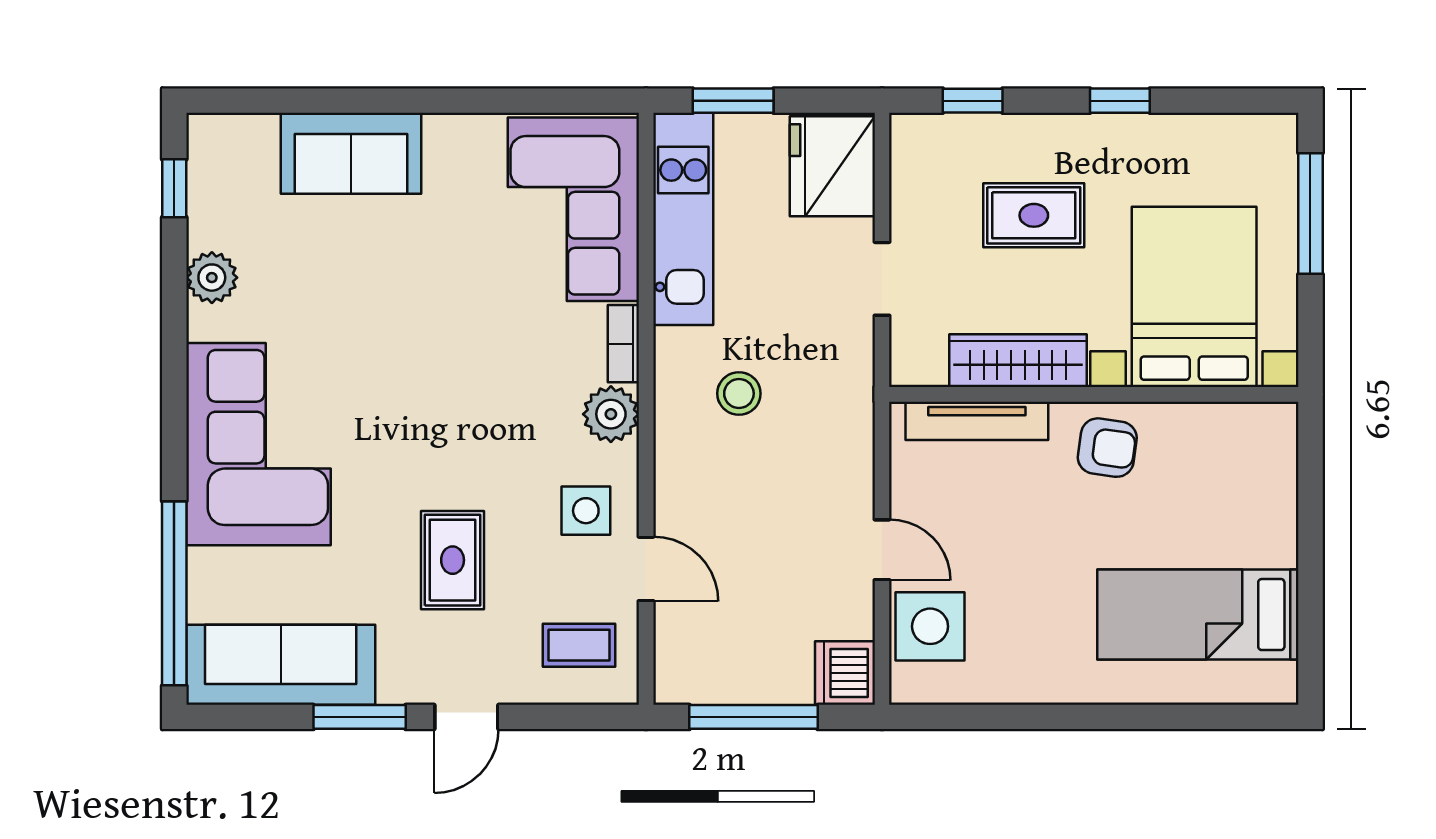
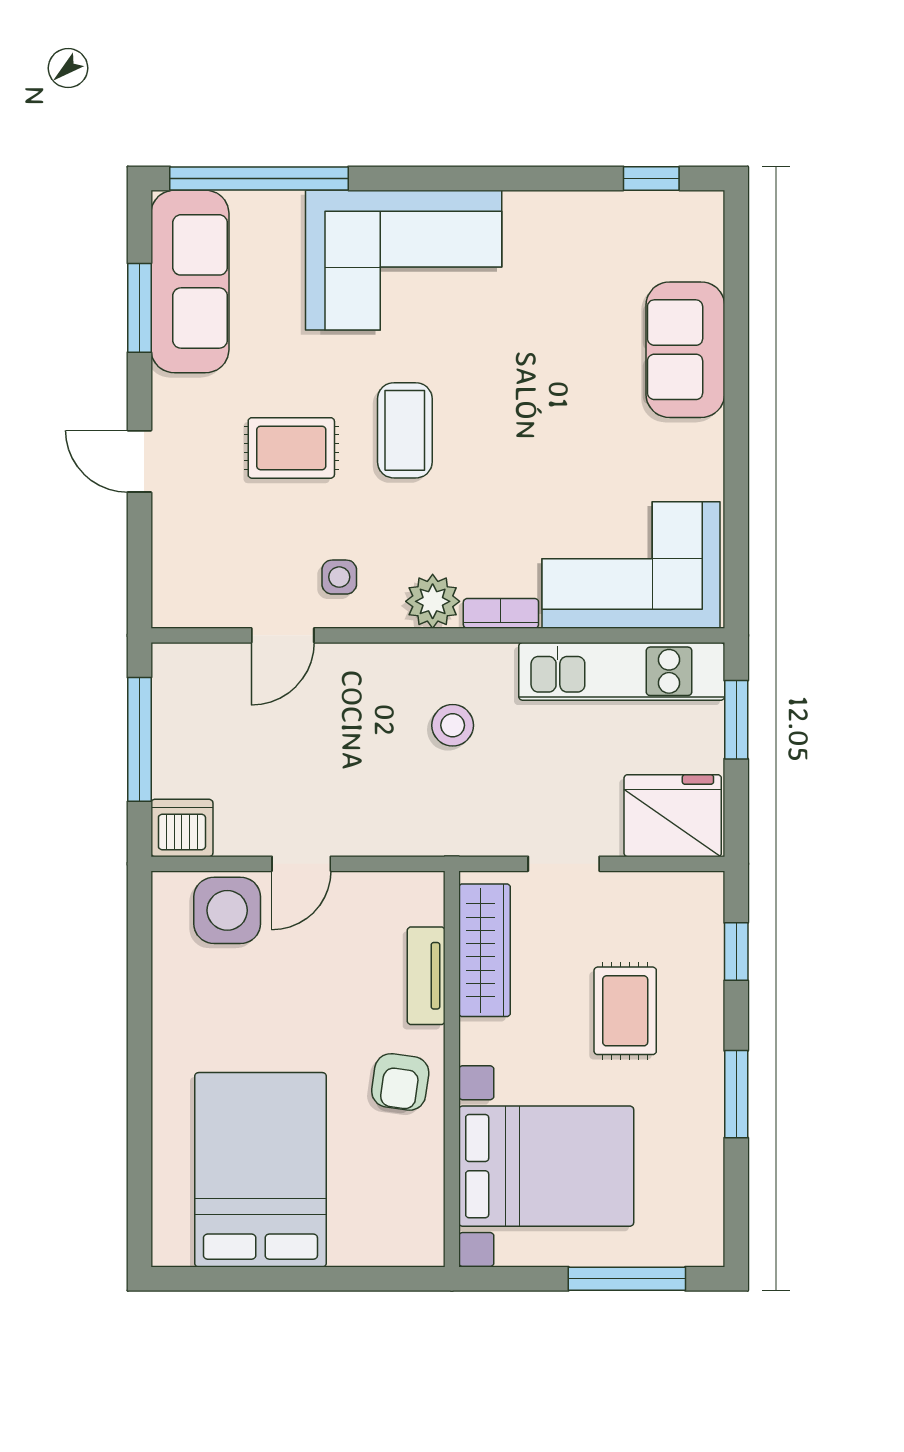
window: (1120, 101) -> (736, 1094), width x1.50
plant: (212, 278) -> (565, 215), removed
wardrobe: (1018, 361) -> (485, 950), moved
tv unit: (977, 421) -> (426, 976), width x0.71
side table: (586, 511) -> (339, 577), width x0.73, depth x0.73
bed: (1198, 615) -> (260, 1170), width x1.50
coffee table: (579, 645) -> (405, 430), moved, width x1.36, depth x1.30
window: (360, 717) -> (139, 308), moved

